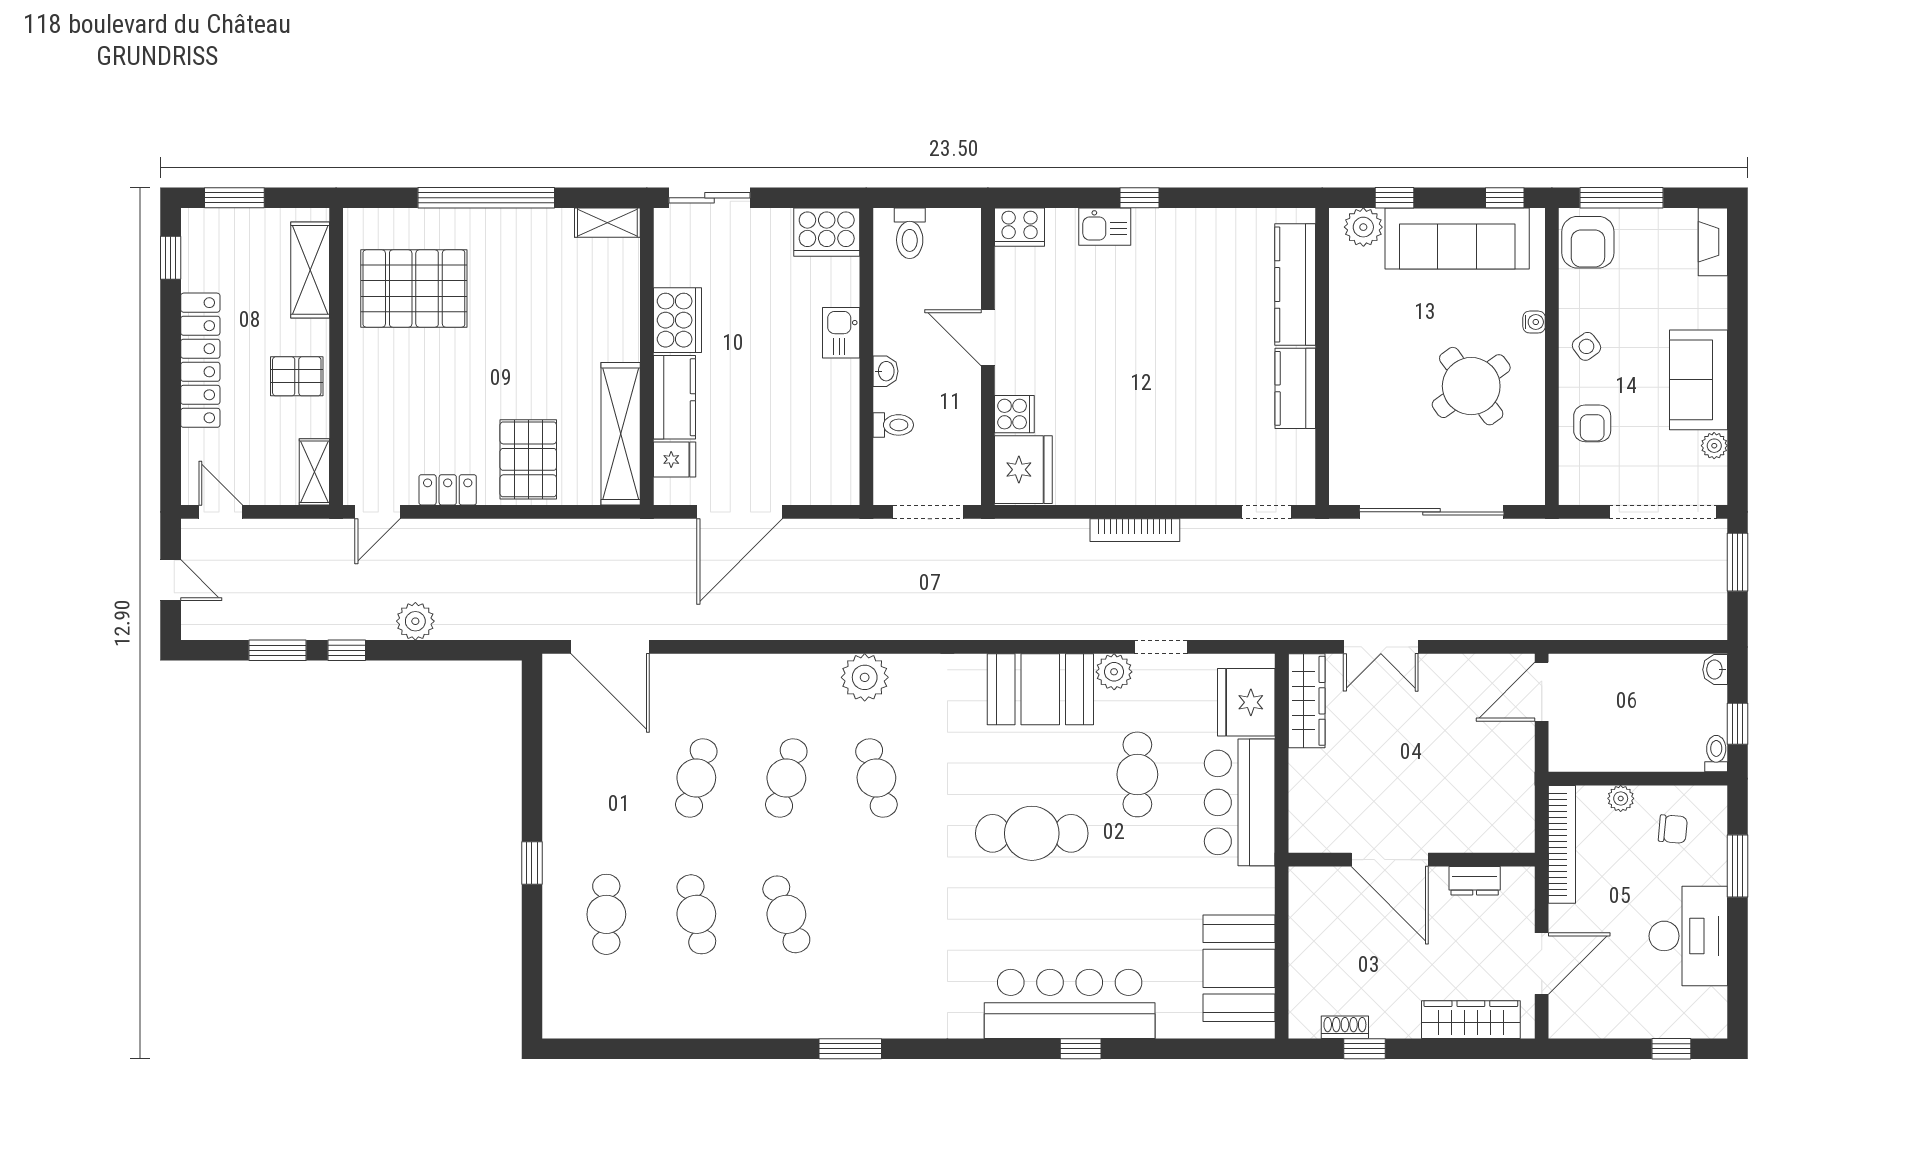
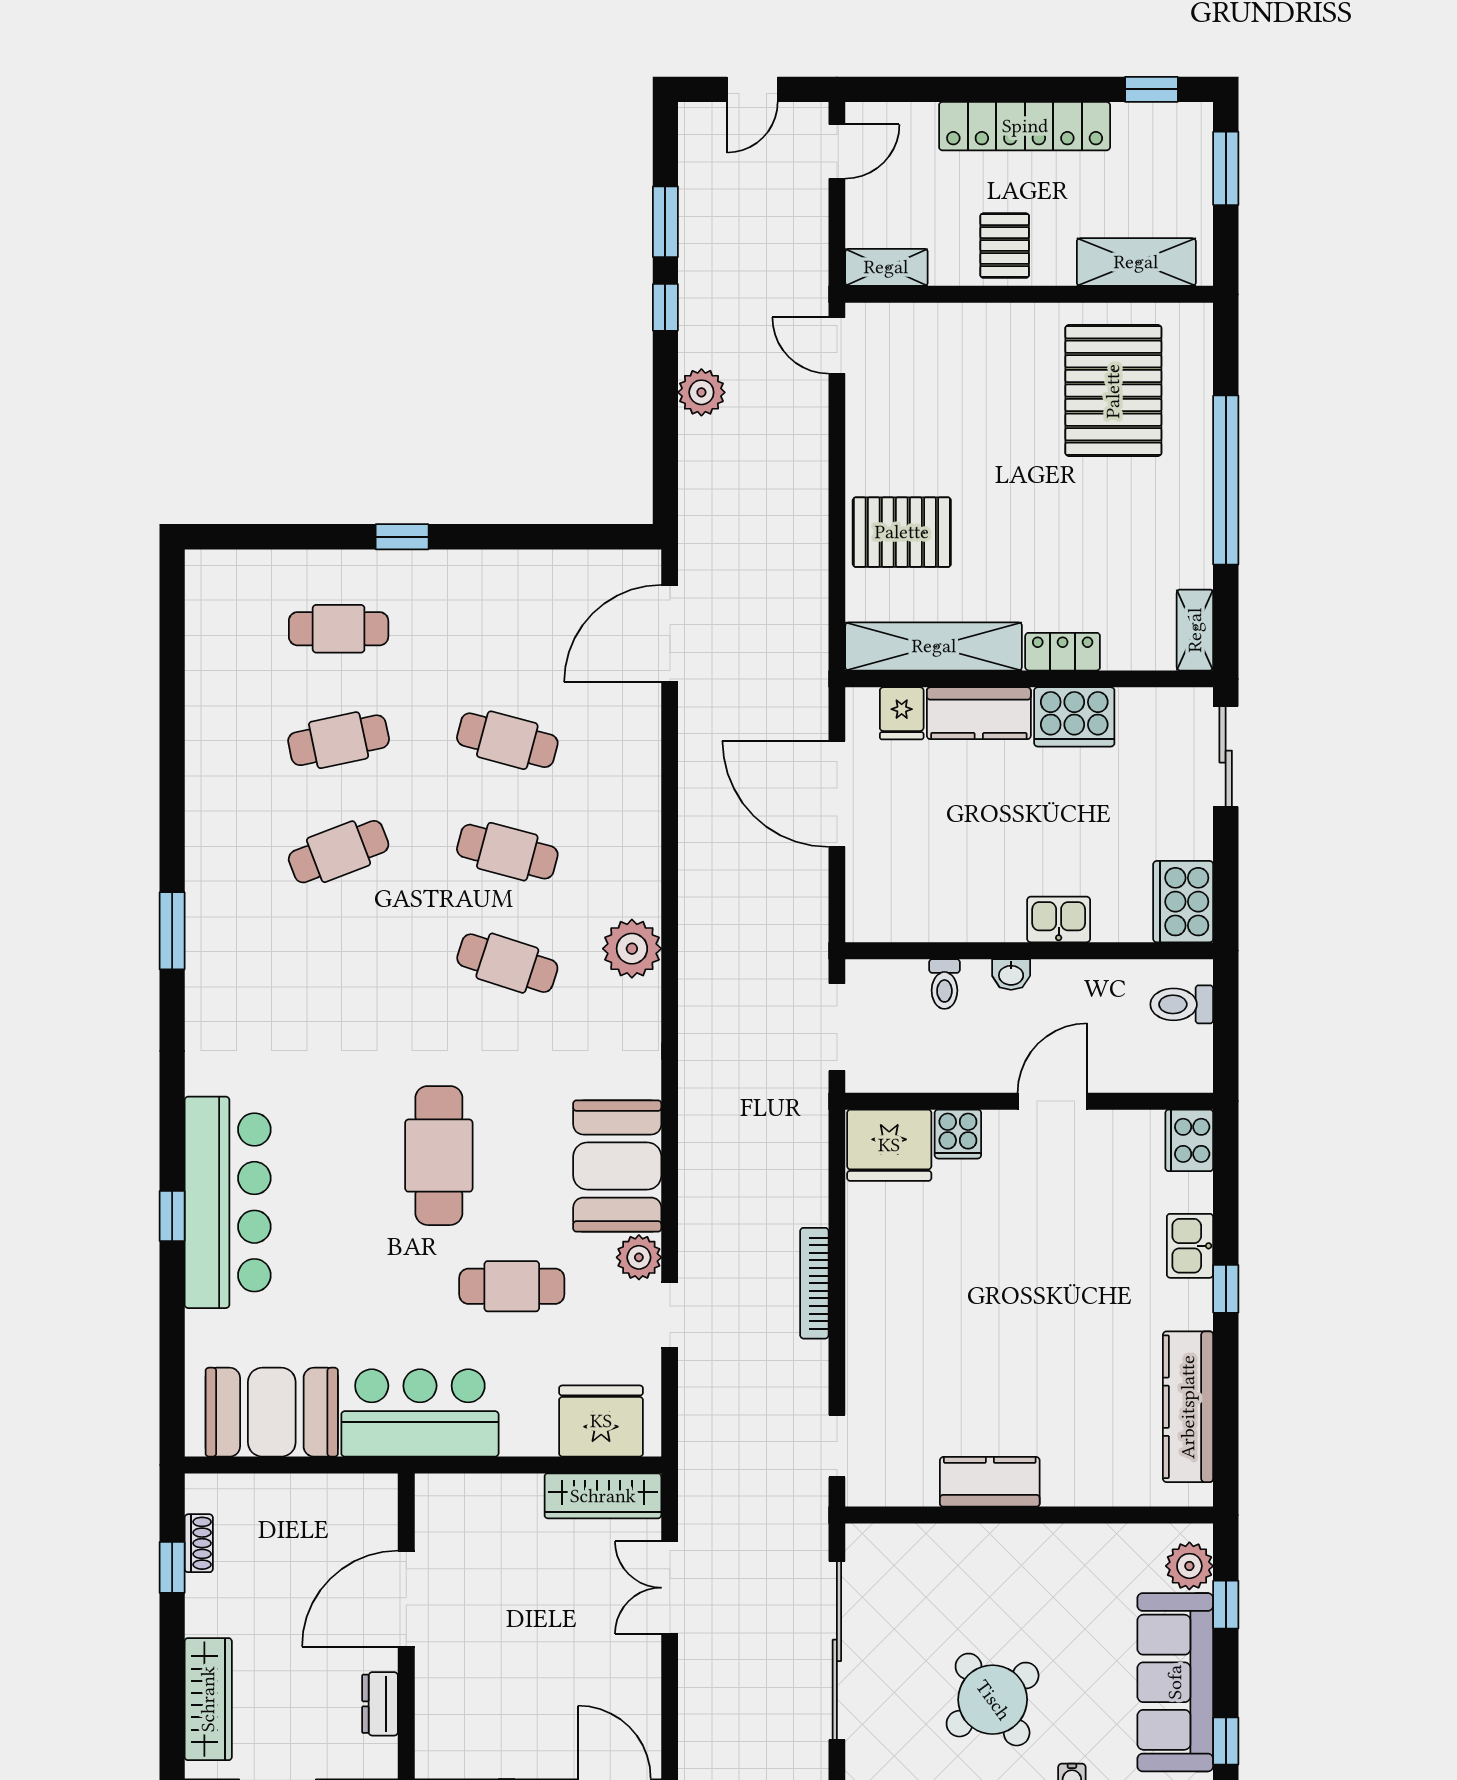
kitchen counter: (1295, 285) -> (1188, 1407), moved, turned -90
locker: (448, 490) -> (1063, 652), moved, turned -90
cafe table: (876, 778) -> (507, 963), turned 33
bar counter: (1240, 802) -> (420, 1413), moved

